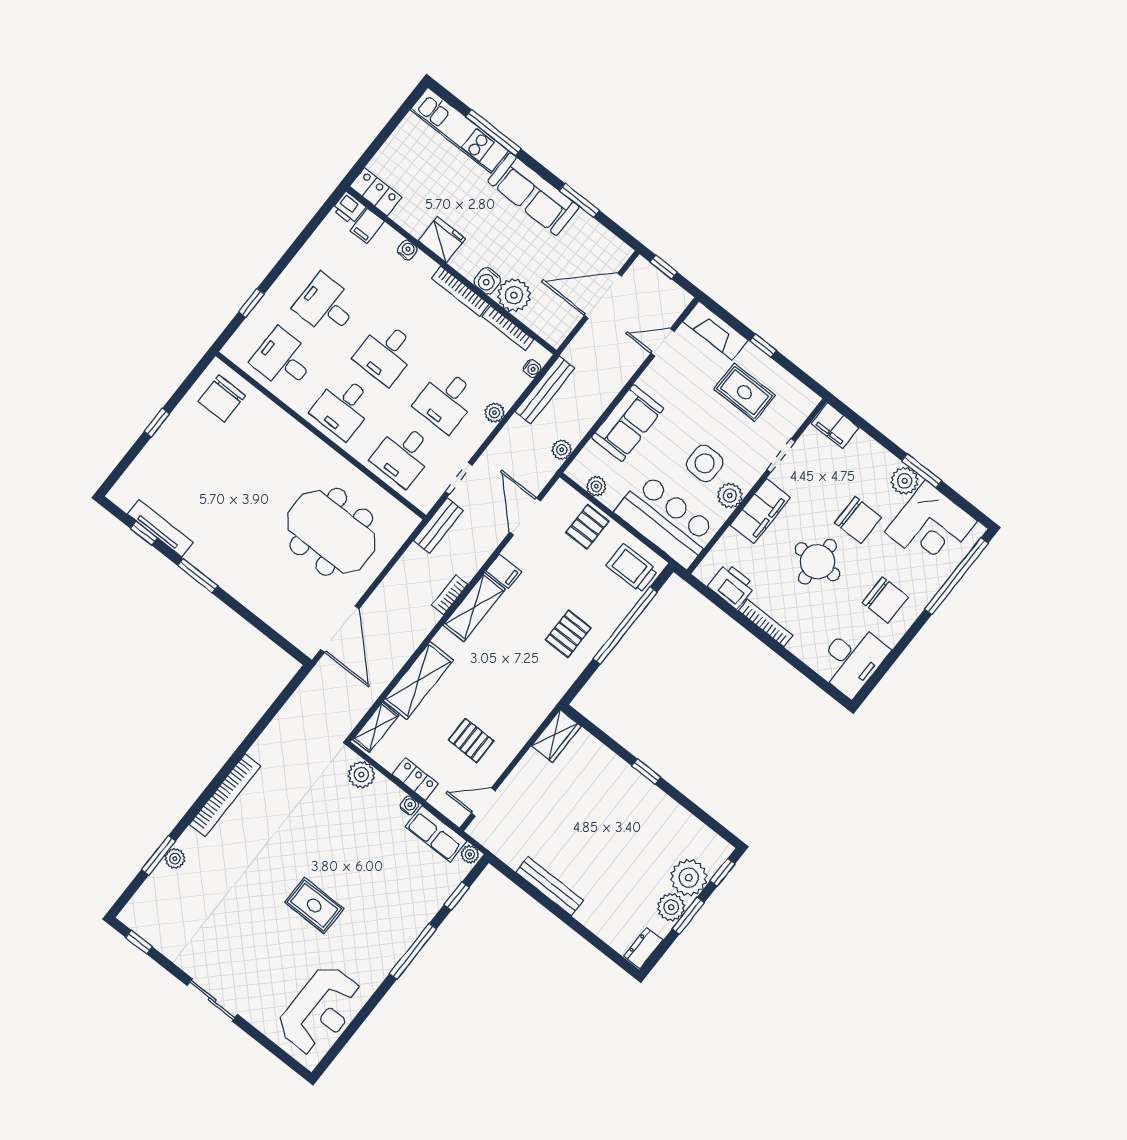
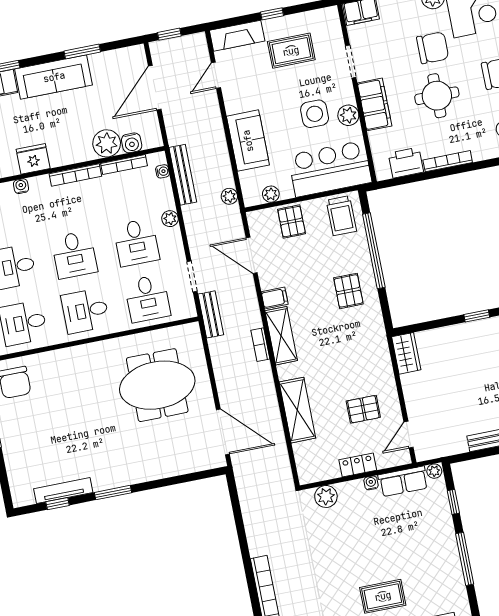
water cooler: (487, 281) -> (132, 143), moved
desk: (343, 407) -> (85, 311), turned 90
trolley: (632, 568) -> (341, 216), turned -90
shelving: (376, 727) -> (304, 462), removed

